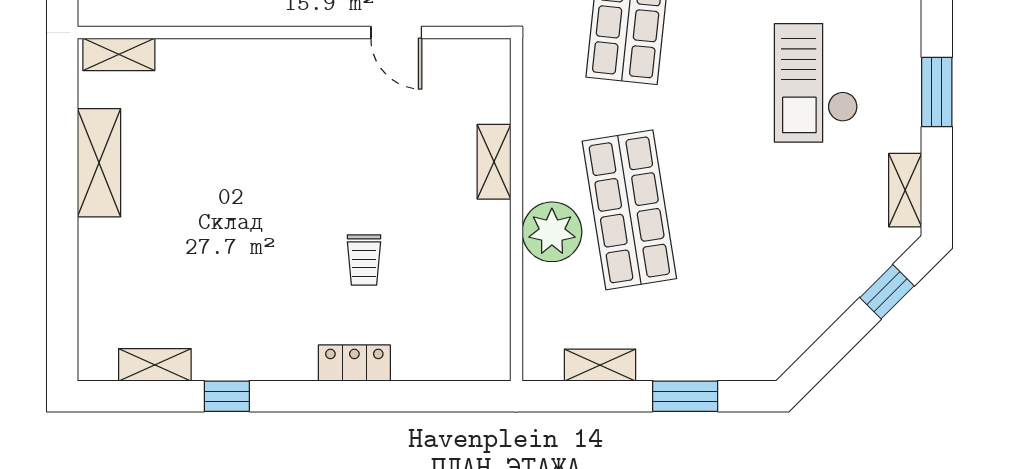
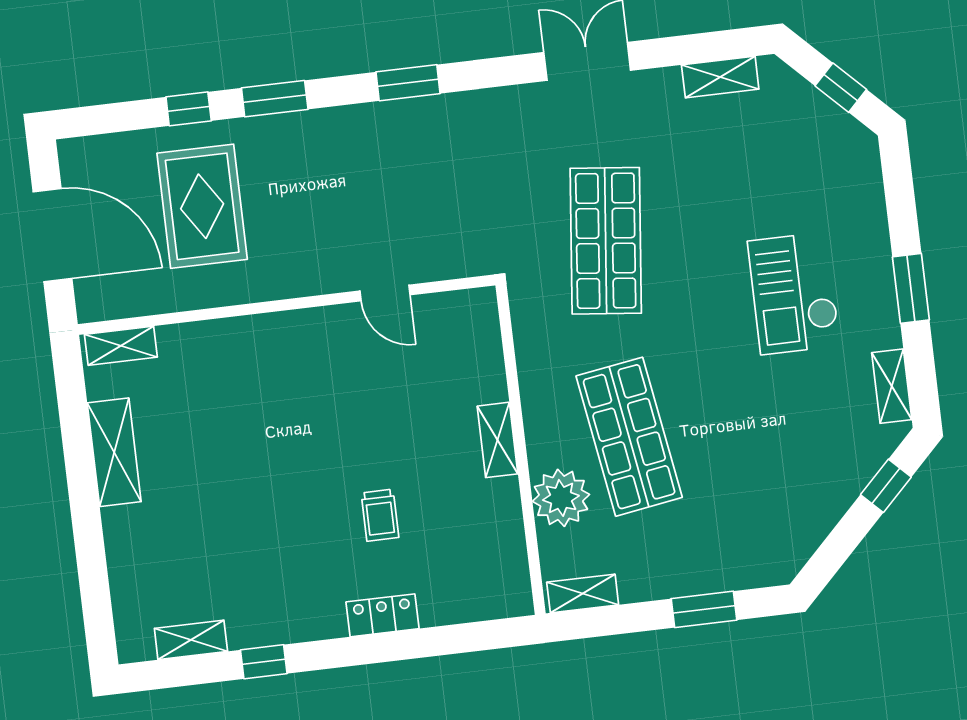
shelving: (494, 162) -> (498, 440), moved
plant: (552, 232) -> (561, 498), moved
shelving: (600, 365) -> (583, 593), moved

